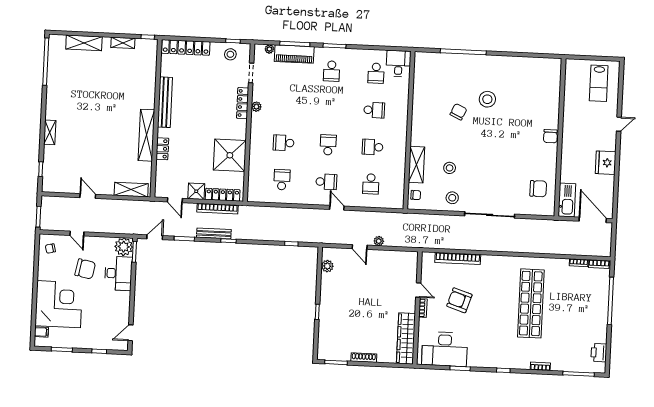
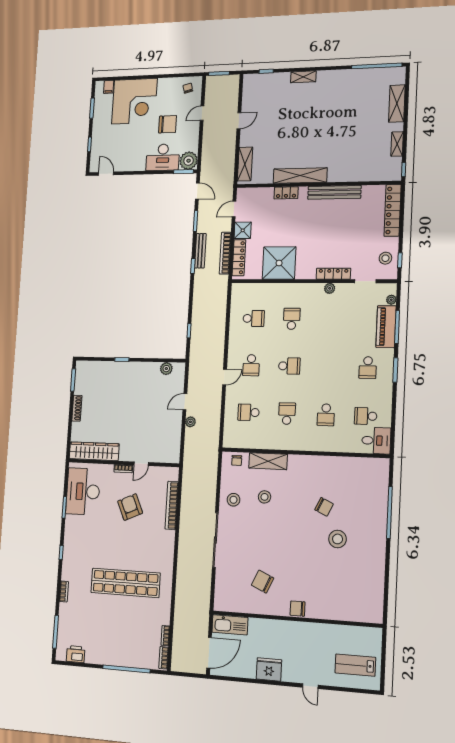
school desk: (332, 71) -> (368, 368), turned -90
chair: (538, 189) -> (263, 582), moved, turned 114
chair: (85, 269) -> (168, 124), turned -101
armchair: (459, 300) -> (130, 507), turned -42

